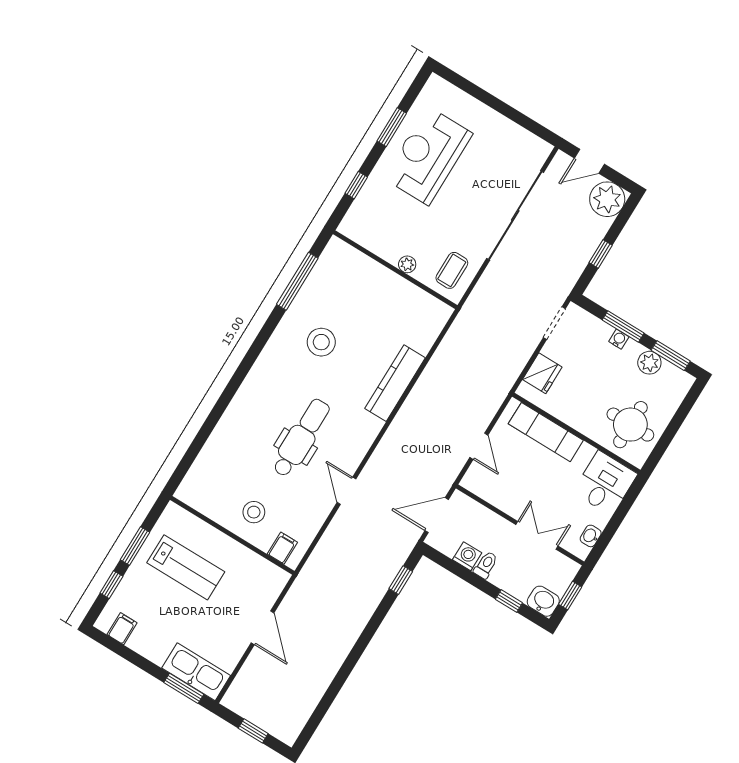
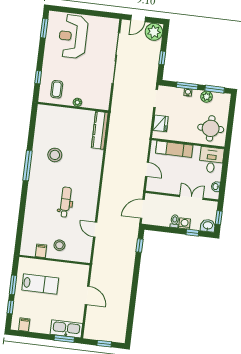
window: (392, 127) -> (44, 28), moved
reception desk: (428, 156) -> (73, 36), moved
coffee table: (452, 270) -> (57, 89), moved
window: (297, 281) -> (28, 166), moved
kitchen counter: (395, 383) -> (100, 130), moved
dental chair: (301, 438) -> (65, 202), width x0.73, depth x0.72
door: (346, 491) -> (95, 230), moved
filing cabinet: (282, 548) -> (41, 251), moved
washing machine: (467, 556) -> (184, 224), moved

